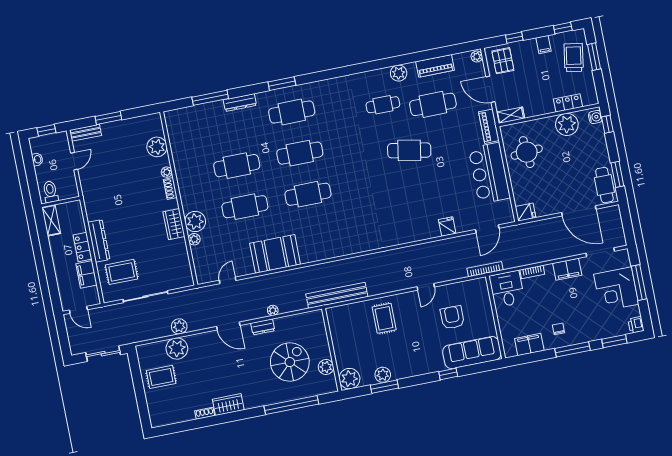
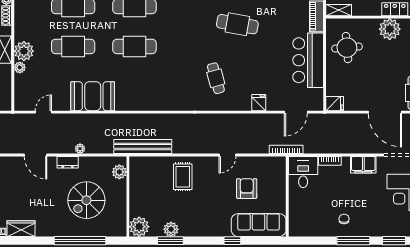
cafe table: (398, 210) -> (216, 78), added
filing cabinet: (529, 345) -> (314, 228), removed
spiral stairs: (290, 362) -> (86, 200), turned 180
plant: (326, 367) -> (119, 172), moved

